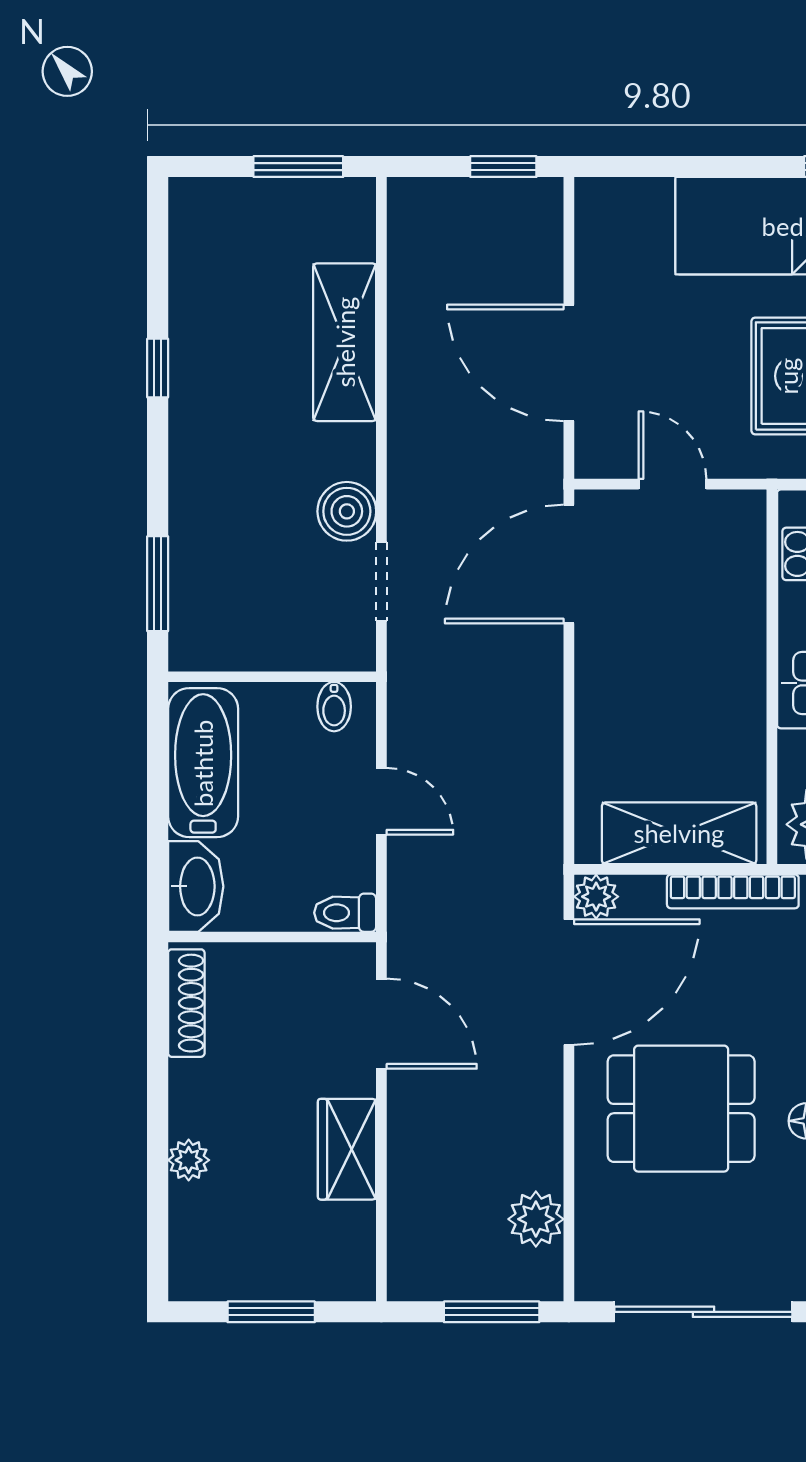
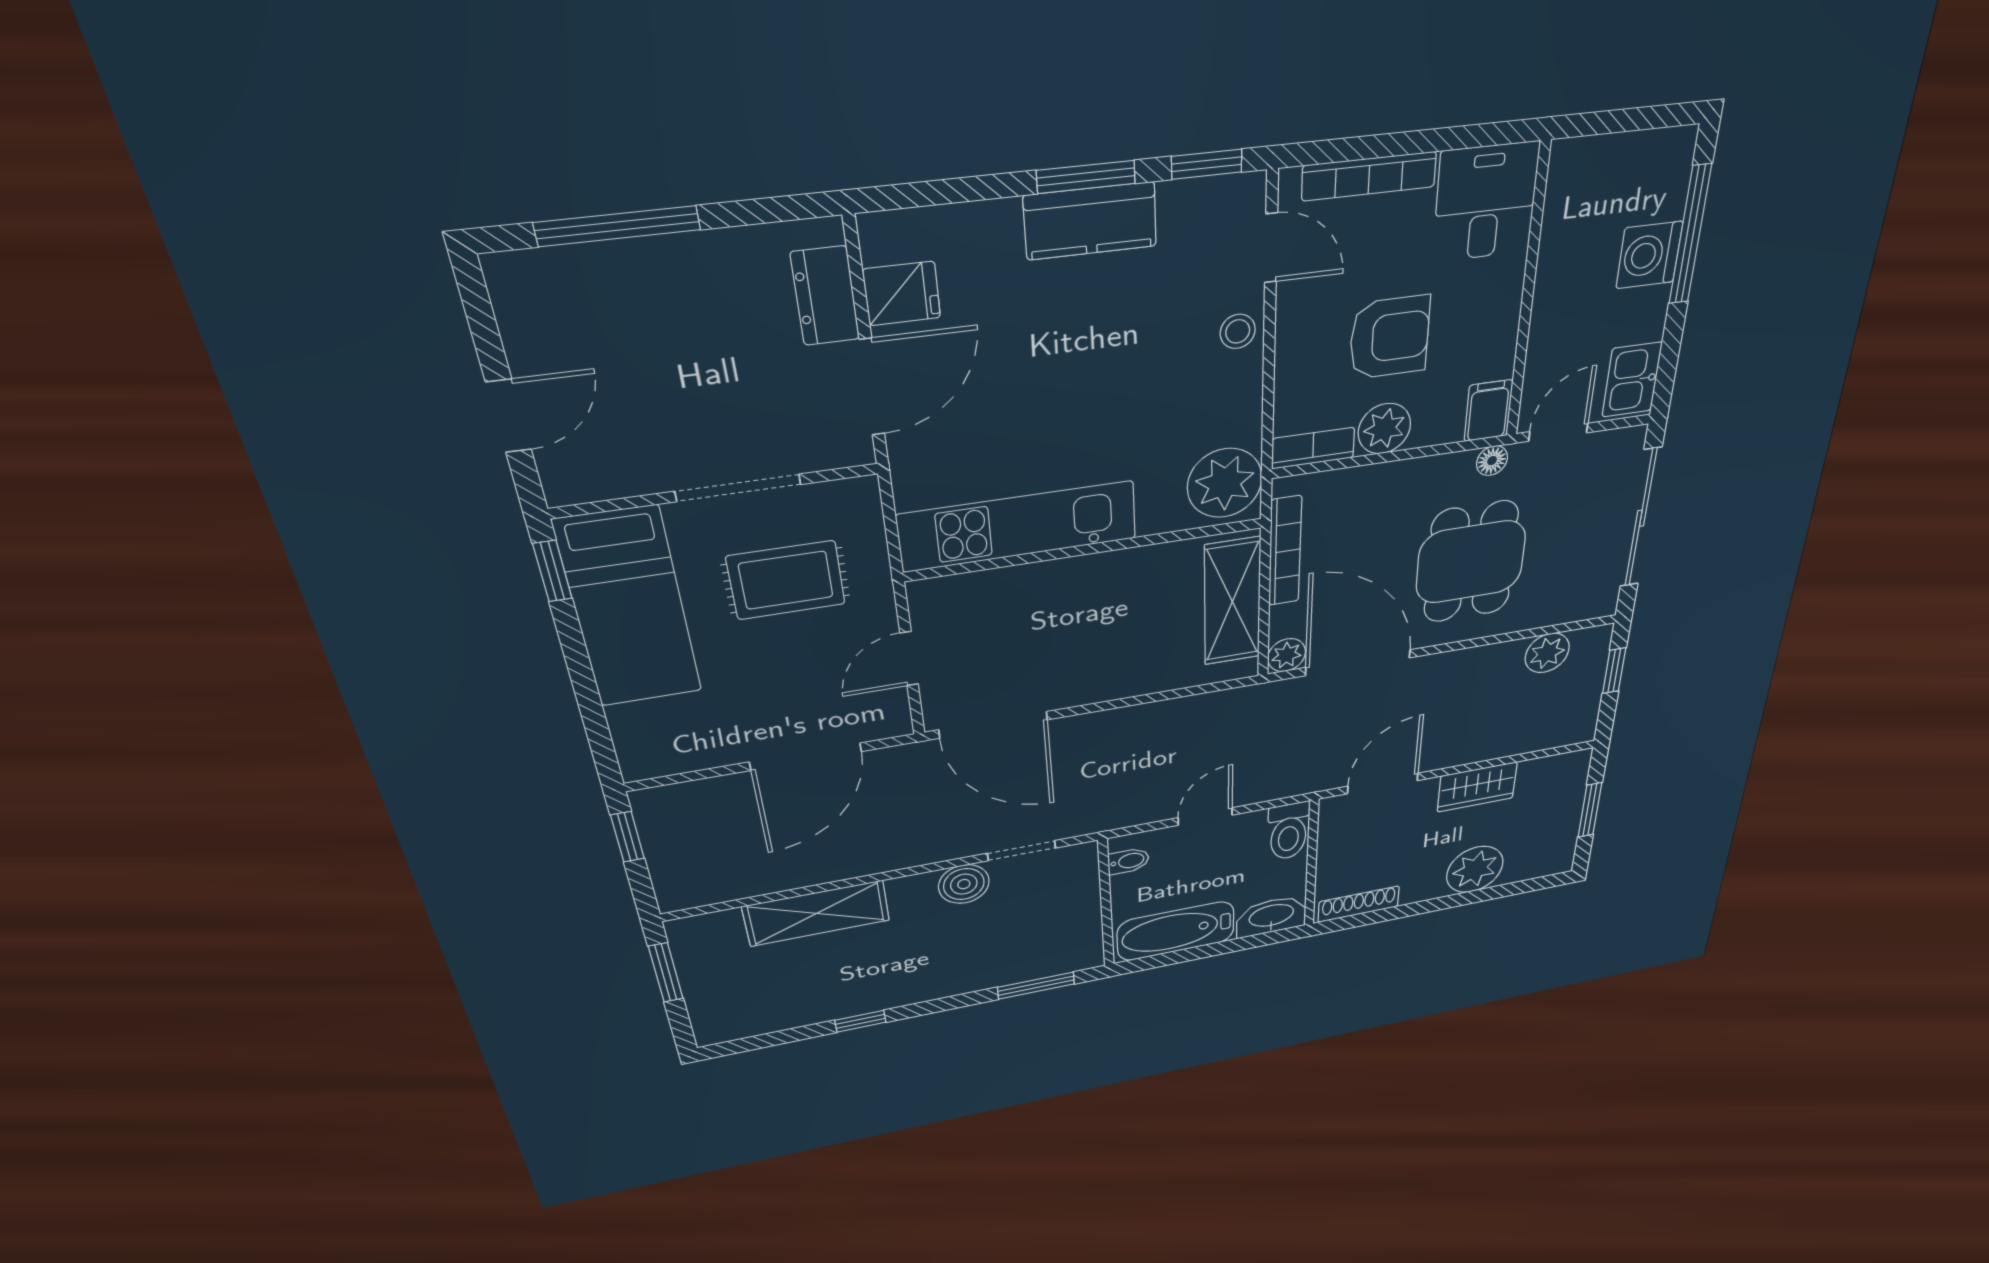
toilet: (345, 913) -> (1289, 831), width x1.37, depth x1.39
plant: (189, 1160) -> (1475, 869), width x1.87, depth x1.87
window: (492, 1312) -> (1614, 671), width x0.67

